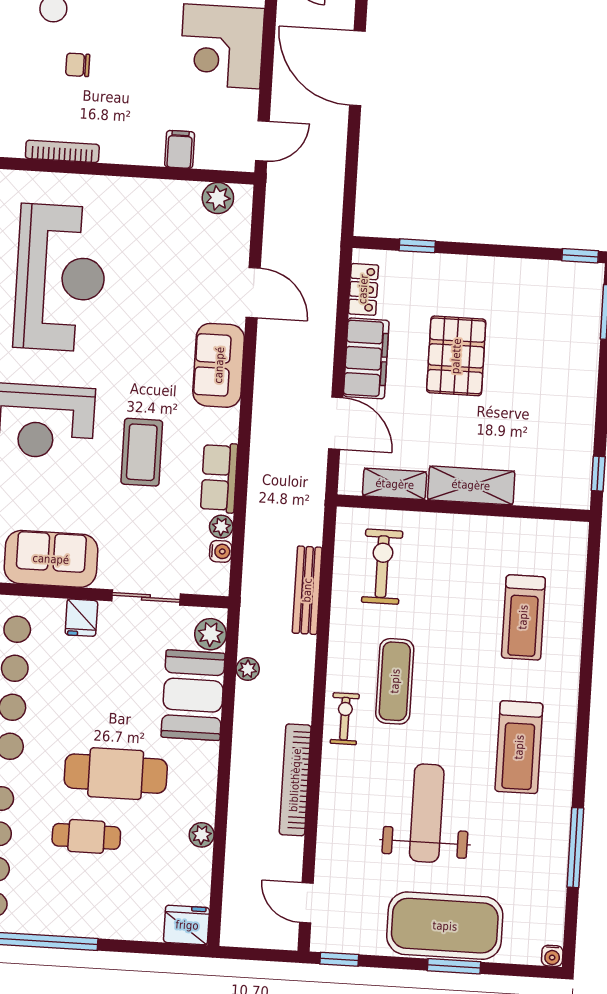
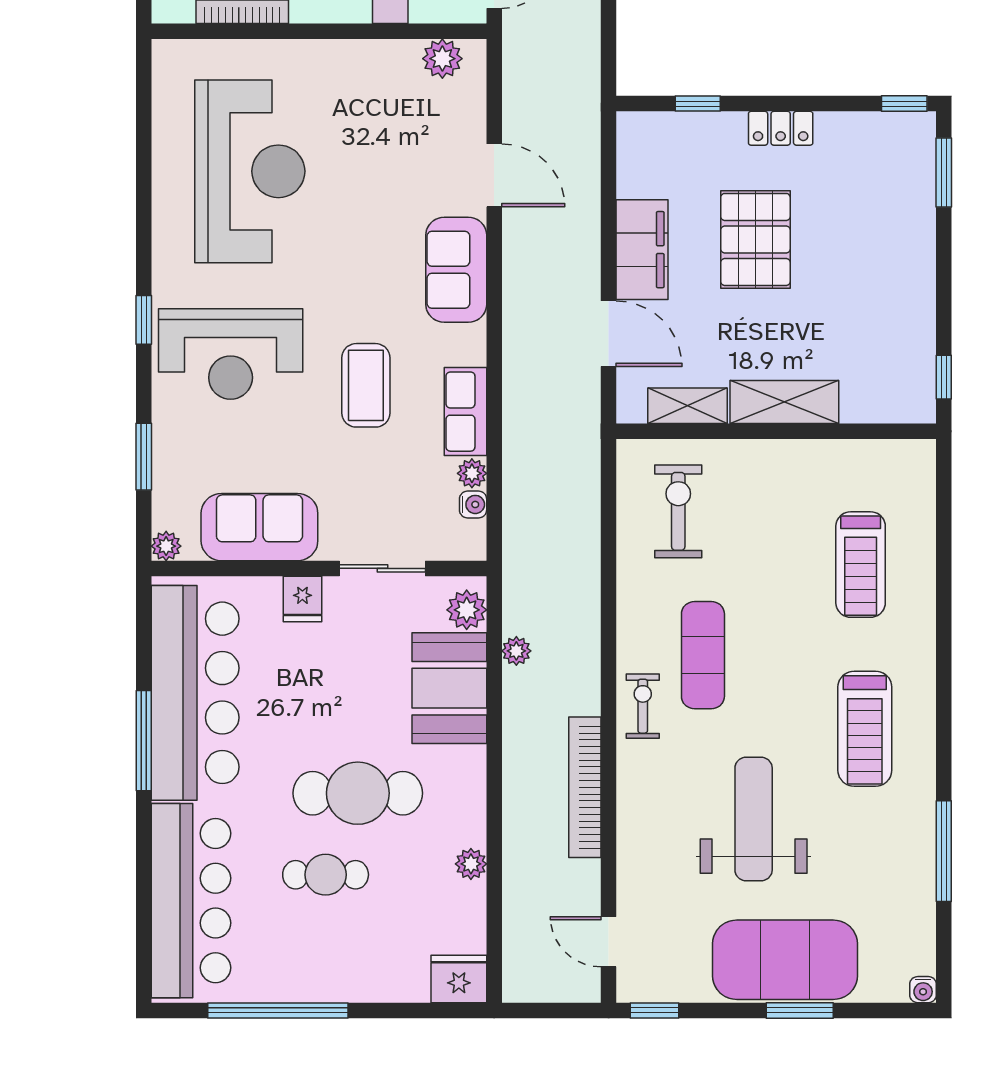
locker: (363, 289) -> (781, 128), moved, turned 90
bench: (307, 590) -> (585, 547), removed

